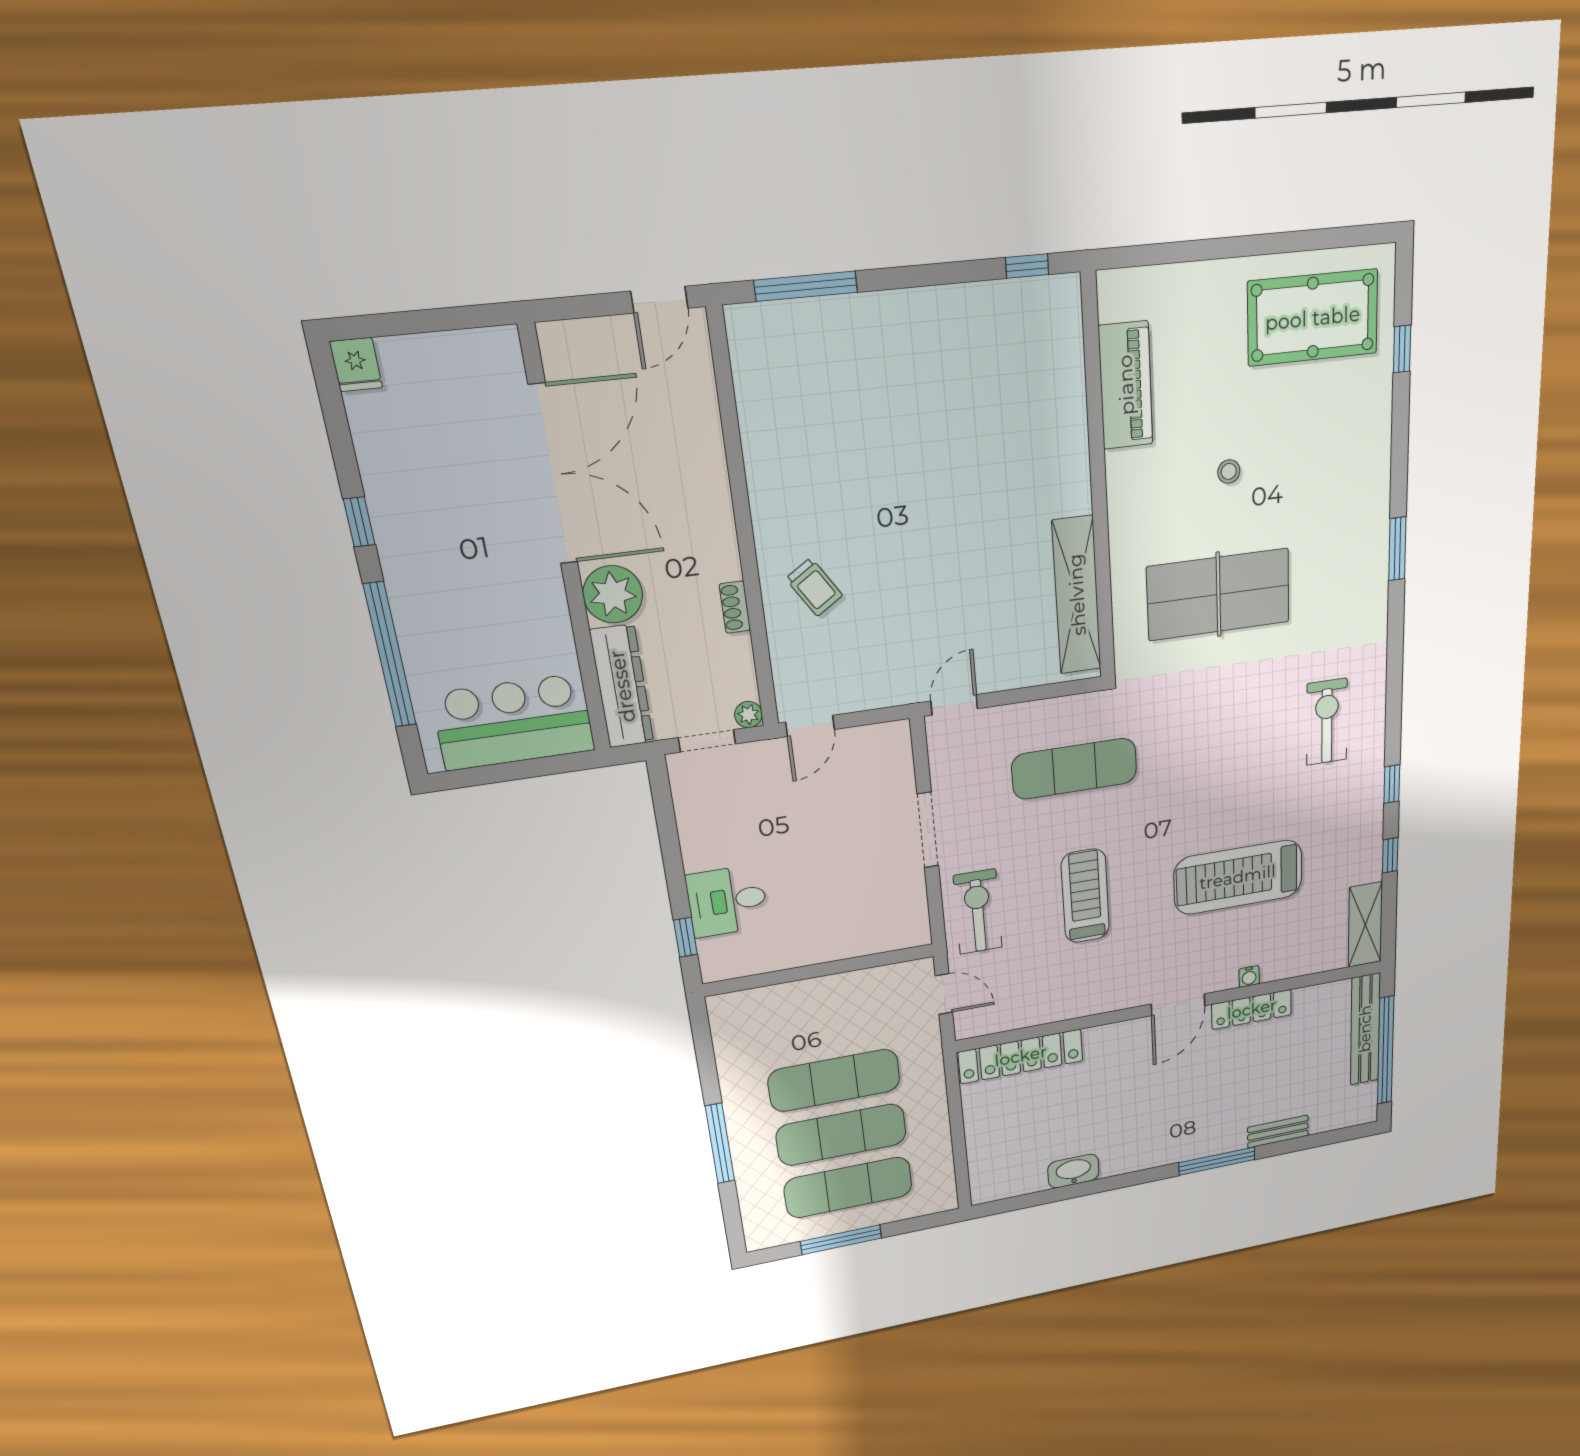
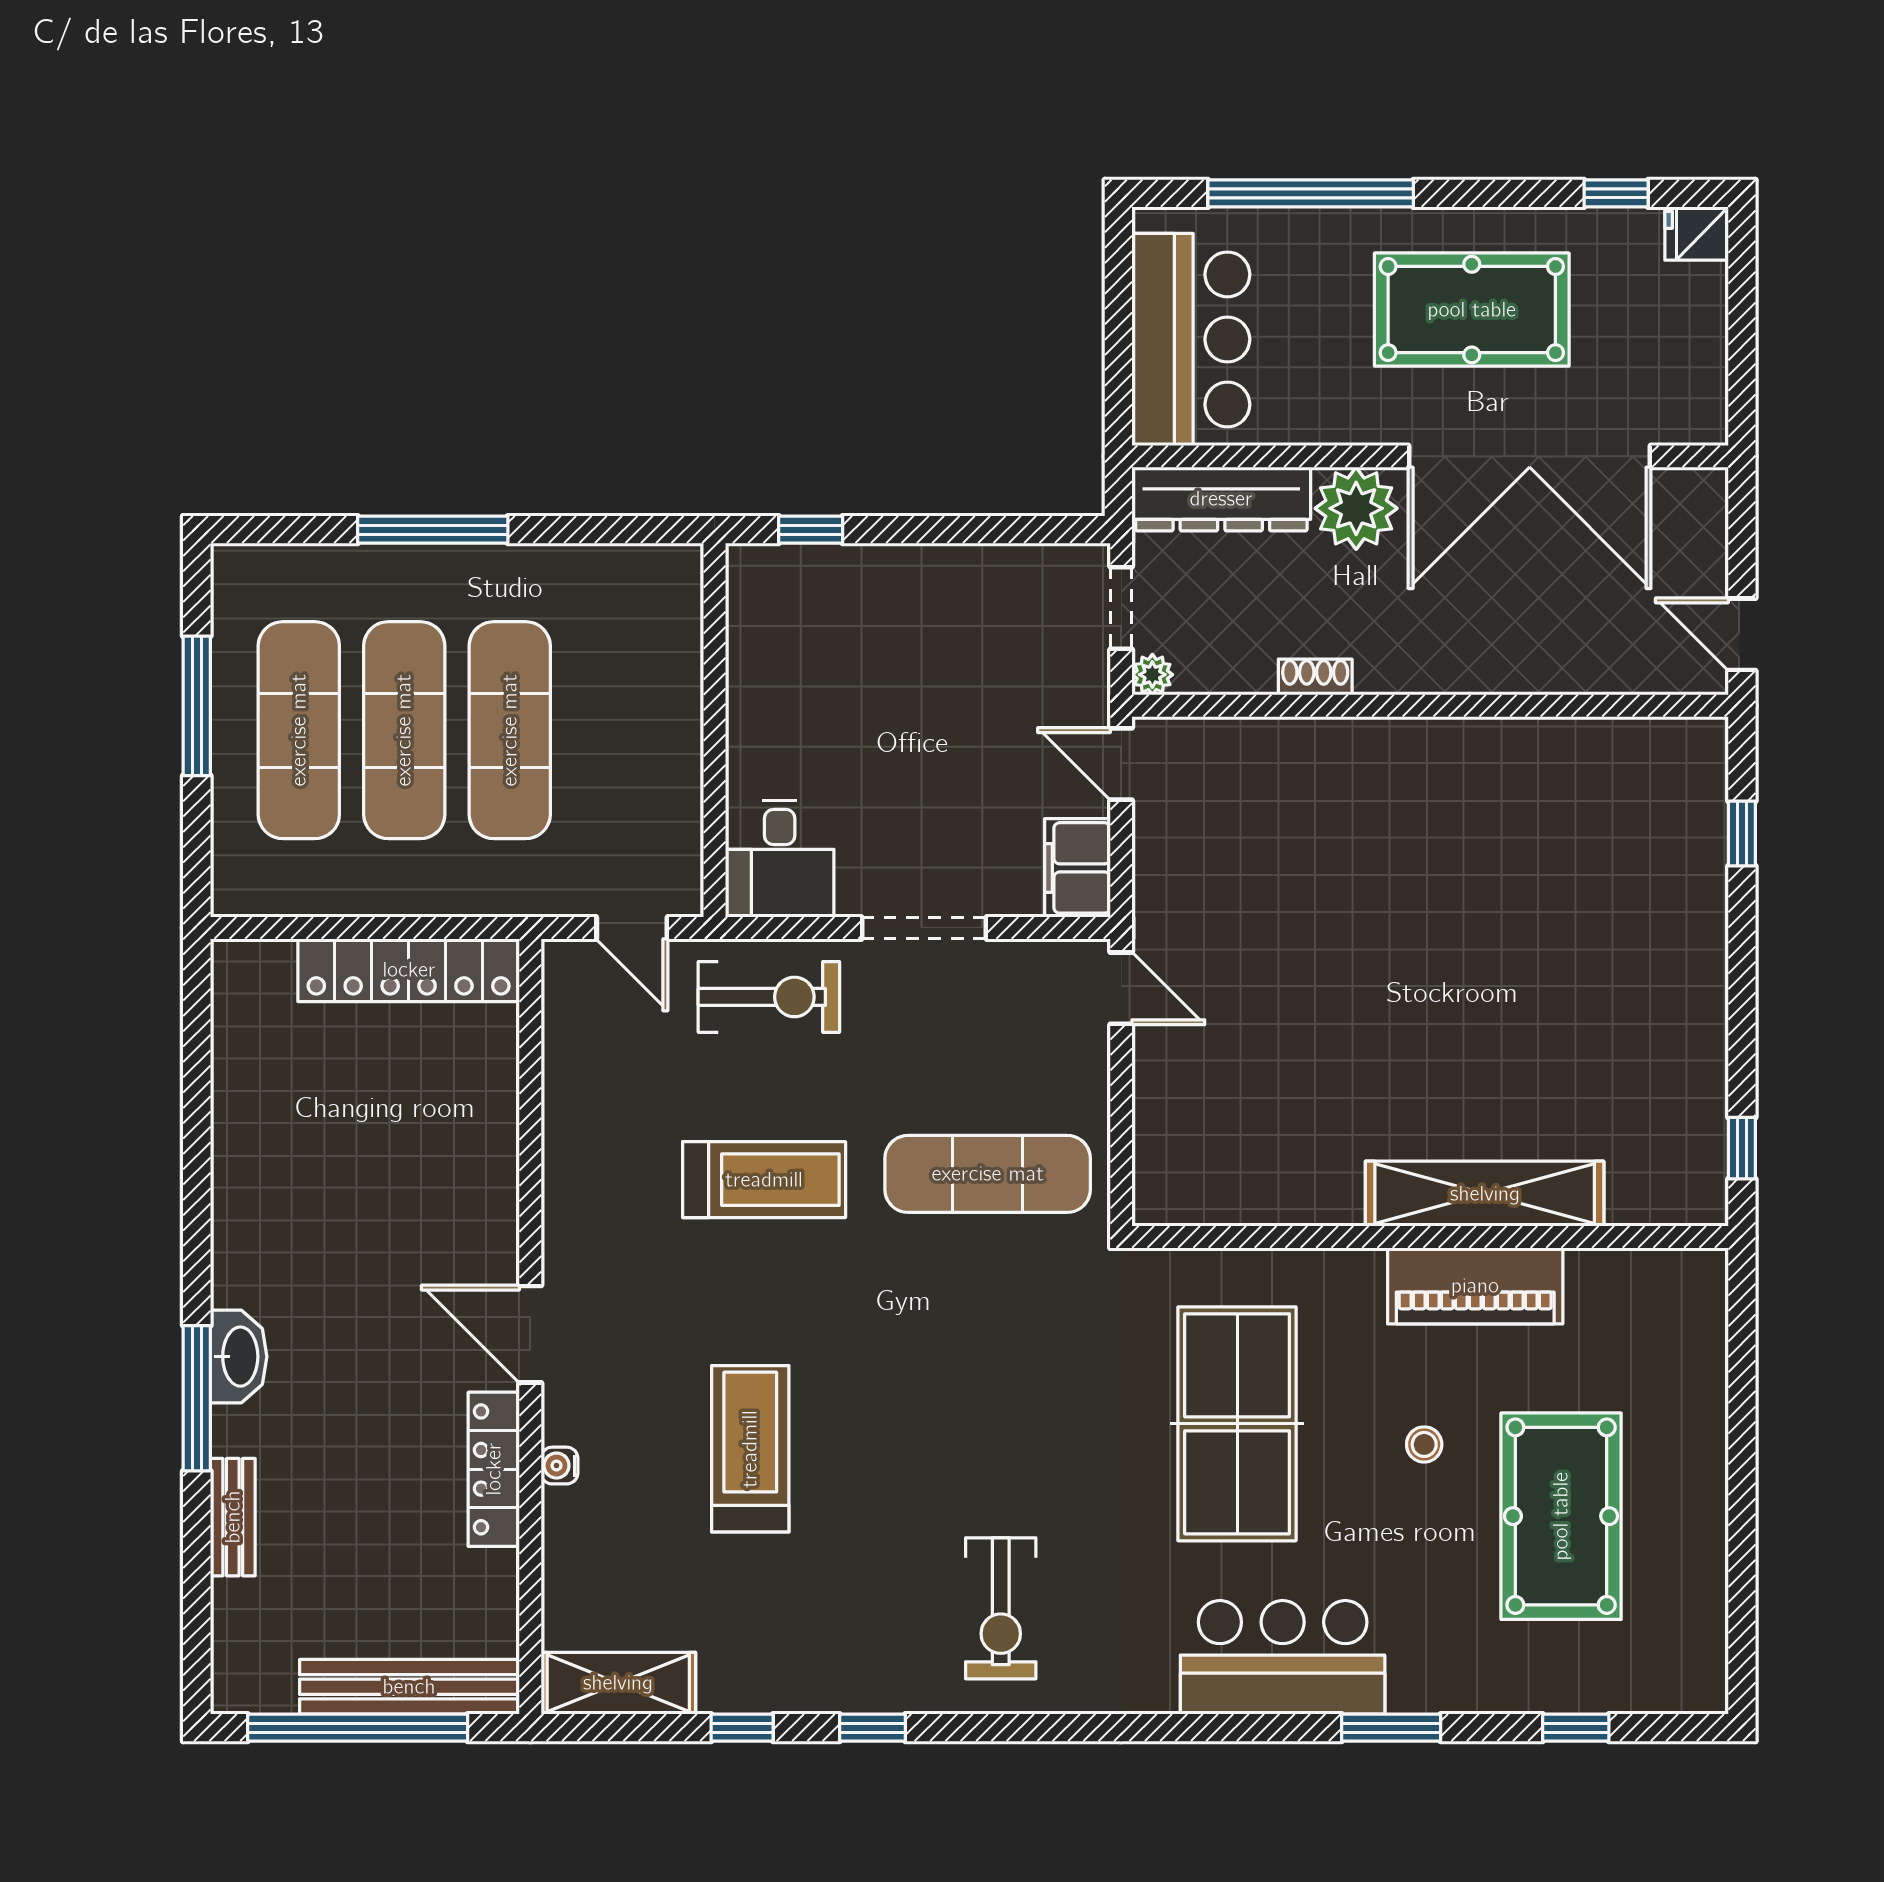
window: (806, 286) -> (1742, 833), width x0.46
pool table: (1313, 318) -> (1561, 1516), moved
piano: (1126, 385) -> (1475, 1286), moved
window: (359, 522) -> (1616, 193), moved
pool table: (452, 530) -> (1472, 310), added
bar counter: (1357, 547) -> (1283, 1657), added
window: (1397, 549) -> (1391, 1728), moved
trolley: (814, 587) -> (1330, 795), removed
shelving: (1077, 595) -> (1485, 1194), moved
exercise bike: (1327, 722) -> (1001, 1608), turned 90
filing cabinet: (880, 743) -> (1077, 868), added
exercise mat: (1074, 769) -> (988, 1174), turned 90
treadmill: (1238, 877) -> (750, 1449), width x0.73, depth x0.73
desk: (727, 901) -> (780, 859), moved, turned 180
door: (944, 994) -> (632, 928), hinge flipped
locker: (1021, 1056) -> (409, 970), moved, turned -90
washbasin: (1073, 1171) -> (239, 1357), moved

